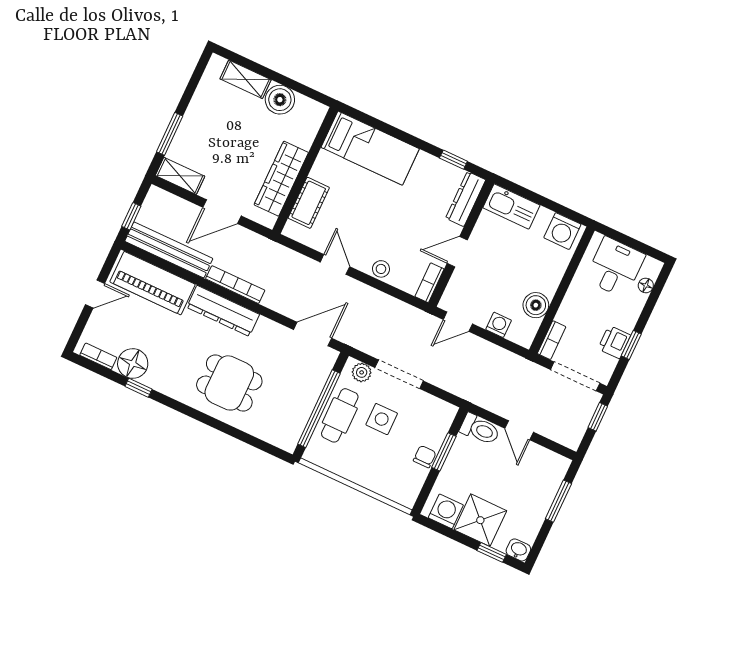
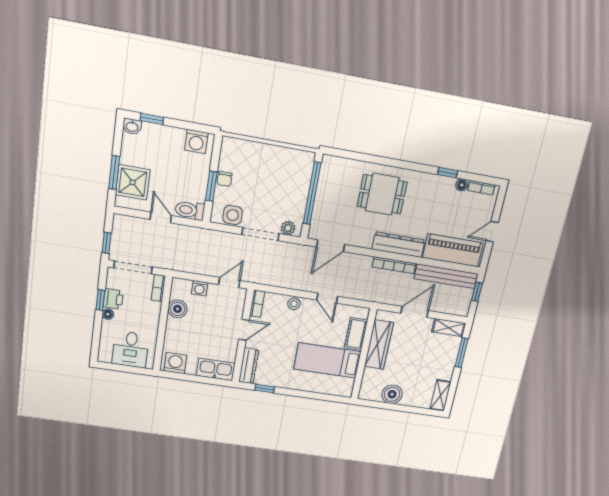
shelving: (246, 79) -> (440, 395), moved, turned 90
bed: (370, 148) -> (327, 360), moved
floor lamp: (646, 285) -> (108, 314), moved
floor lamp: (133, 364) -> (462, 185), width x0.53, depth x0.53
cafe table: (340, 415) -> (296, 192), removed
side table: (382, 419) -> (233, 215), moved
shower: (480, 520) -> (133, 182), moved

